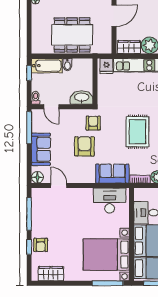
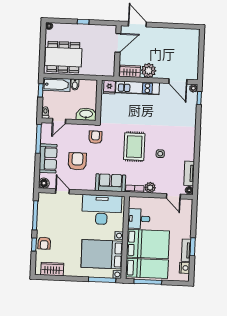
dining table: (72, 35) -> (63, 57), moved
door: (51, 107) -> (59, 121), hinge flipped
armchair: (84, 146) -> (77, 161), moved
desk: (110, 201) -> (102, 210), width x1.36, depth x1.30

